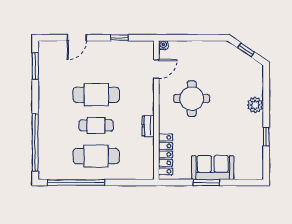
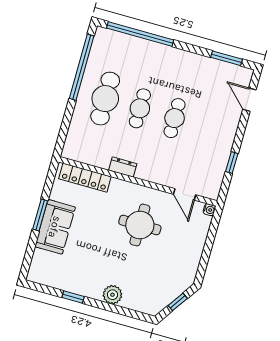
door: (77, 38) -> (249, 100), moved
cafe table: (96, 95) -> (175, 118), width x0.73, depth x0.74

